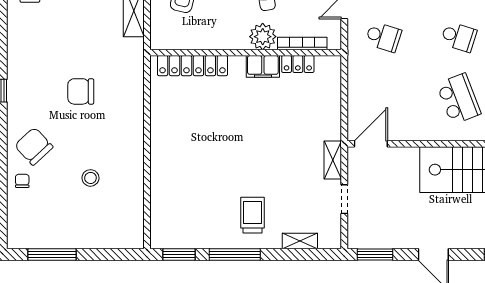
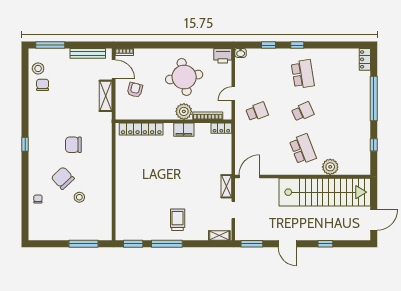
school desk: (383, 37) -> (257, 112), turned -39
school desk: (459, 37) -> (303, 112), turned -42
locker: (298, 64) -> (221, 128), moved
chair: (34, 146) -> (63, 178), moved
shelving: (300, 241) -> (219, 236), moved
window: (52, 255) -> (84, 244), moved

